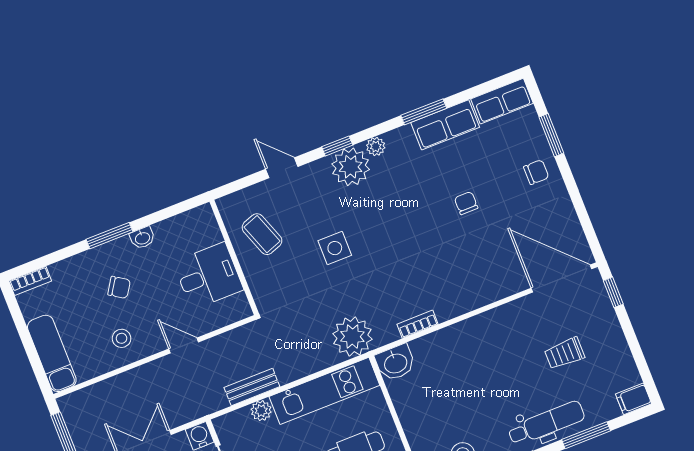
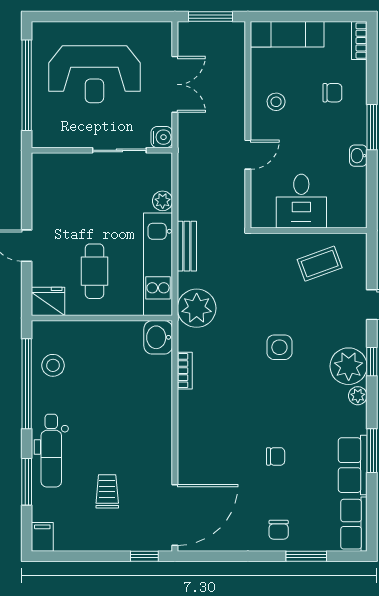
side table: (335, 248) -> (279, 347), moved
chair: (119, 287) -> (332, 93), moved, turned -123
bench: (252, 387) -> (187, 246), moved

